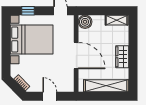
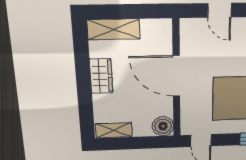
shelving: (106, 86) -> (113, 29), width x0.68

